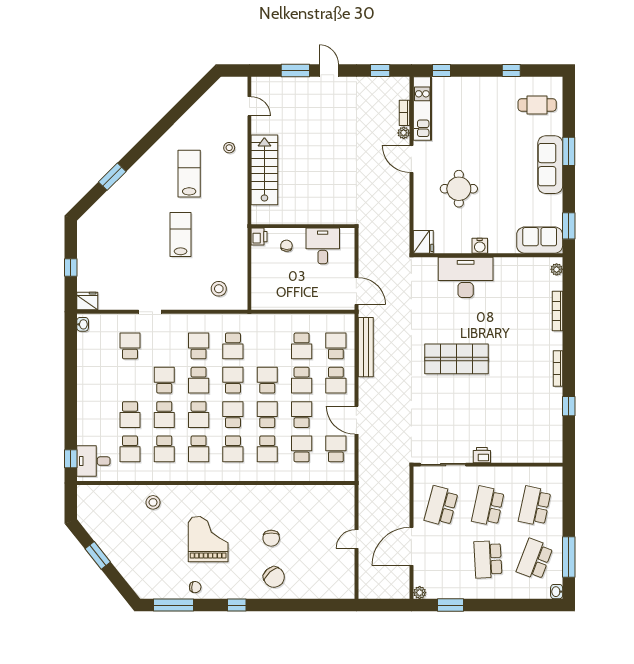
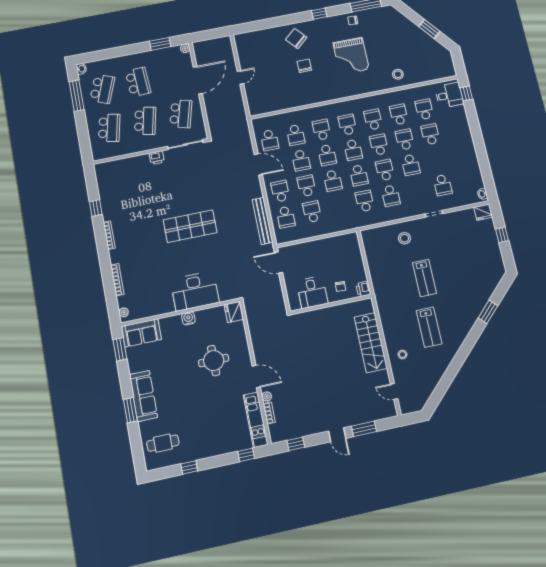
stool: (219, 289) -> (404, 238), moved

